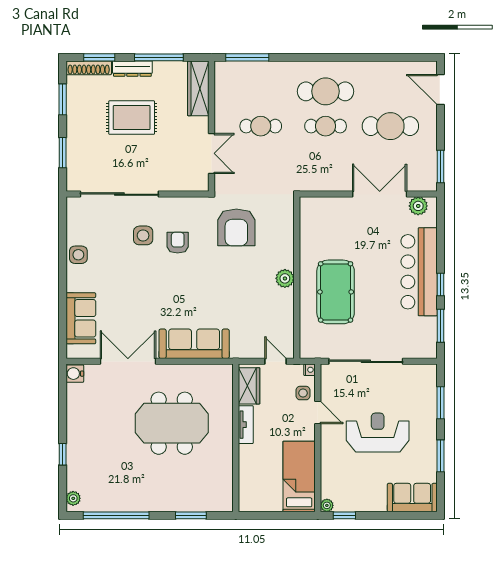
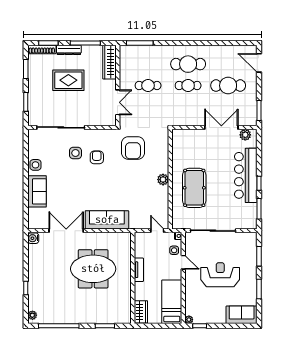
sofa: (81, 318) -> (37, 191), moved
wardrobe: (249, 386) -> (141, 312), moved

